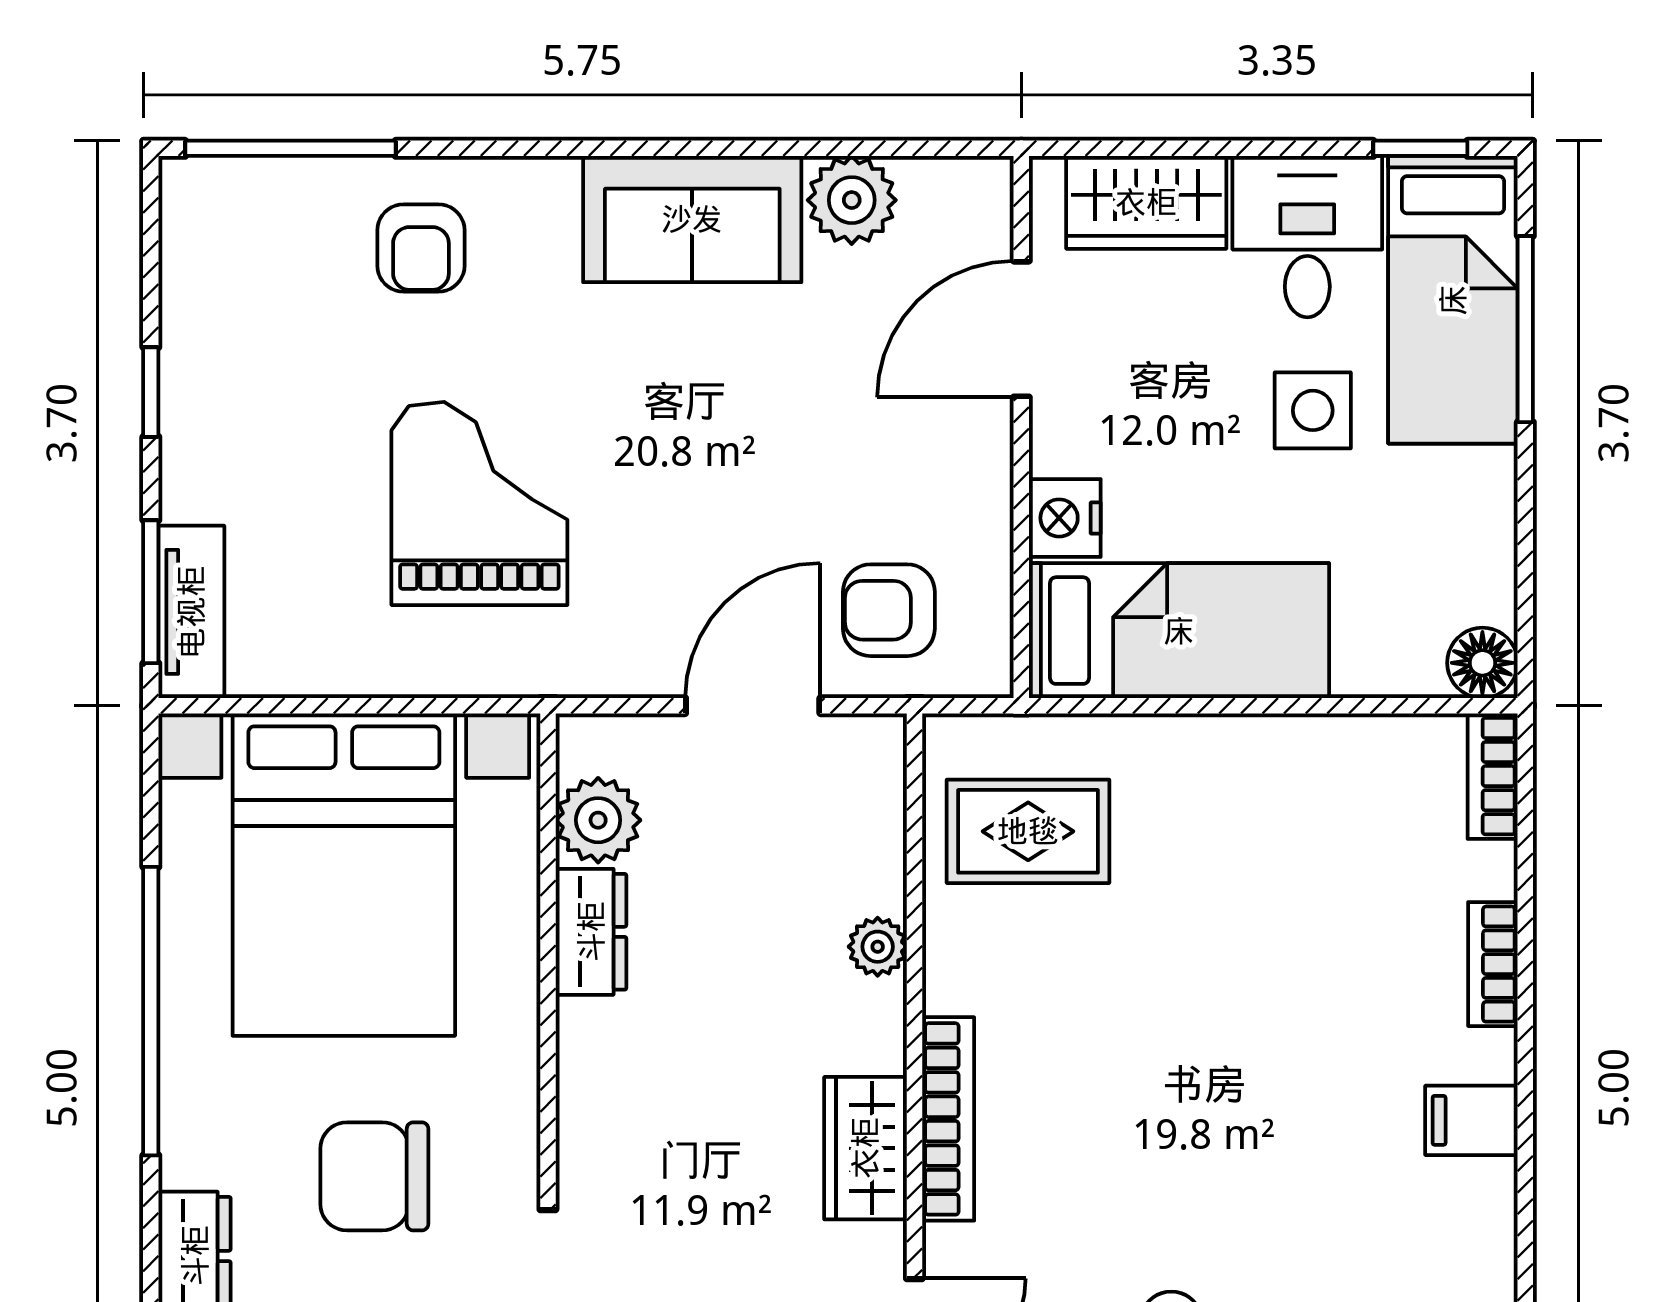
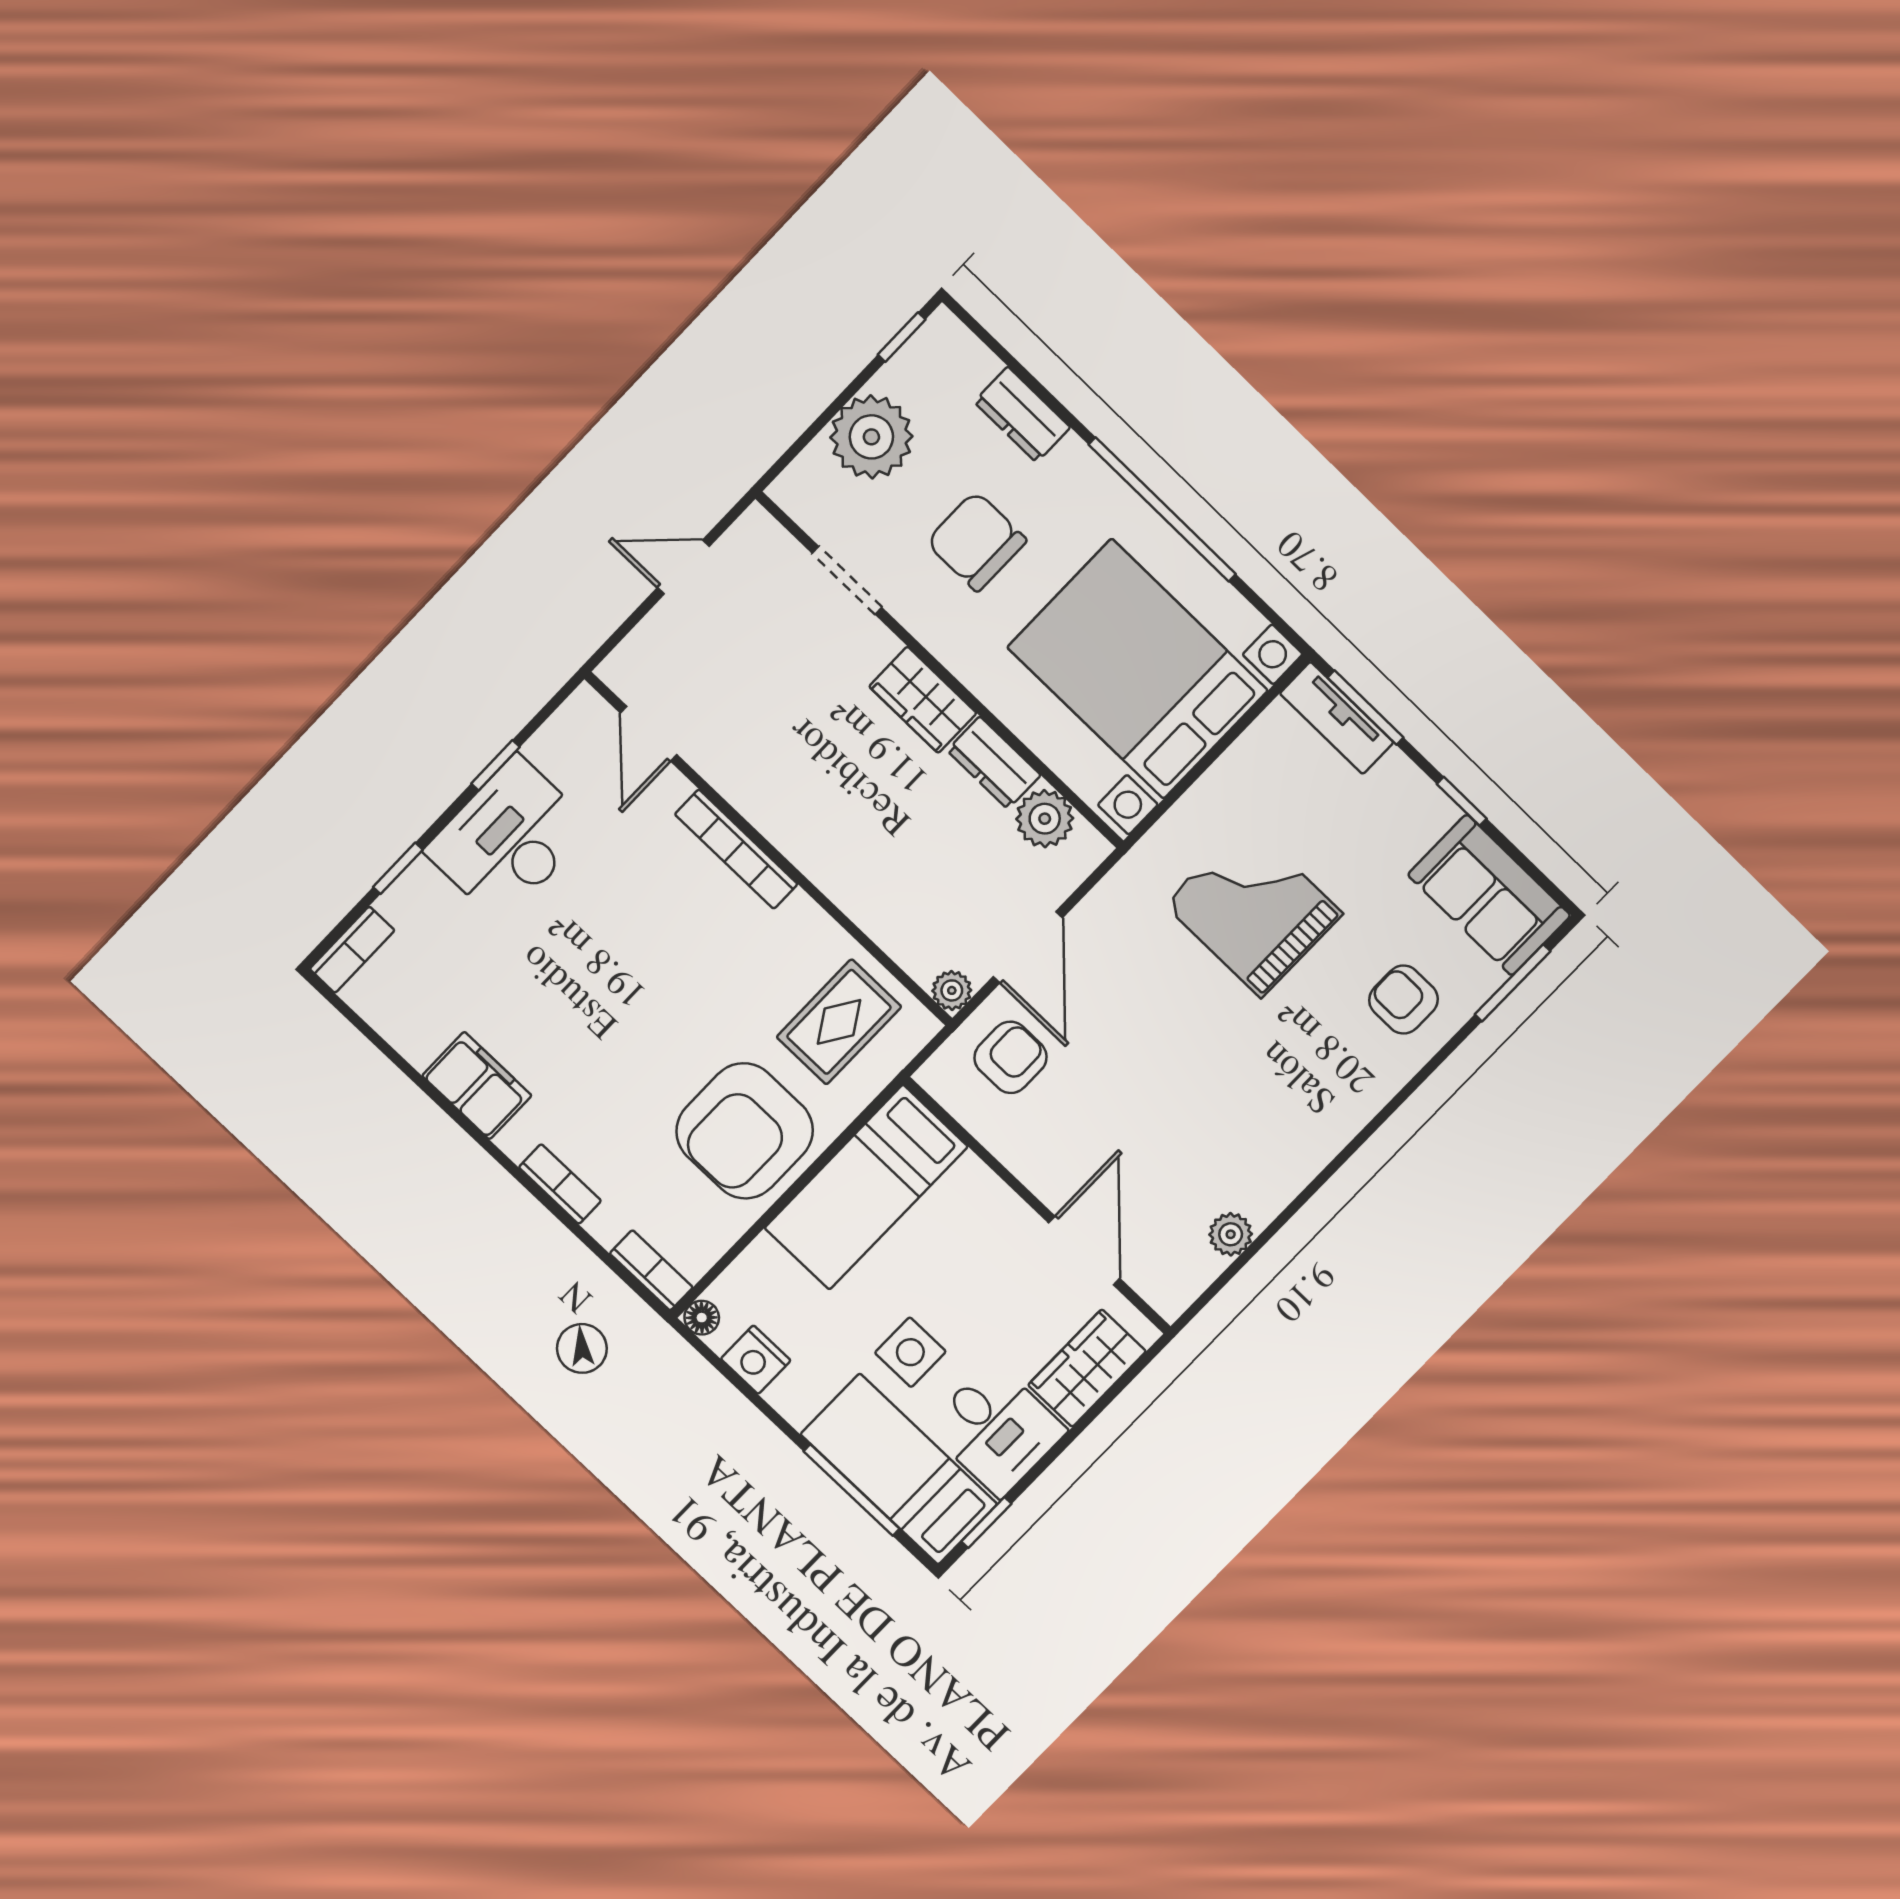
window: (290, 148) -> (1513, 983), width x0.69
plant: (852, 200) -> (1231, 1234), width x0.73, depth x0.73
sofa: (692, 219) -> (1489, 895), moved, turned -90
grand piano: (479, 503) -> (1253, 909), turned 180
nightstand: (1065, 518) -> (756, 1360), moved, turned 180
floor lamp: (1482, 663) -> (702, 1318), width x0.73, depth x0.73
armchair: (1244, 820) -> (745, 1131), added
plant: (878, 947) -> (952, 990), moved
filing cabinet: (1471, 1120) -> (477, 1086), width x2.00
wardrobe: (865, 1148) -> (923, 700), moved, turned 180
chair: (374, 1176) -> (976, 541), turned -90

